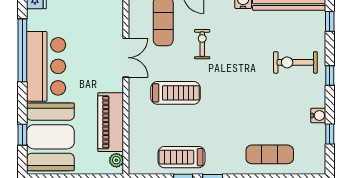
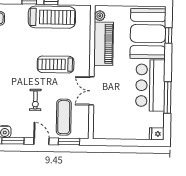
window: (22, 50) -> (168, 97), width x0.68
treadmill: (181, 157) -> (52, 17), width x1.37, depth x1.38

